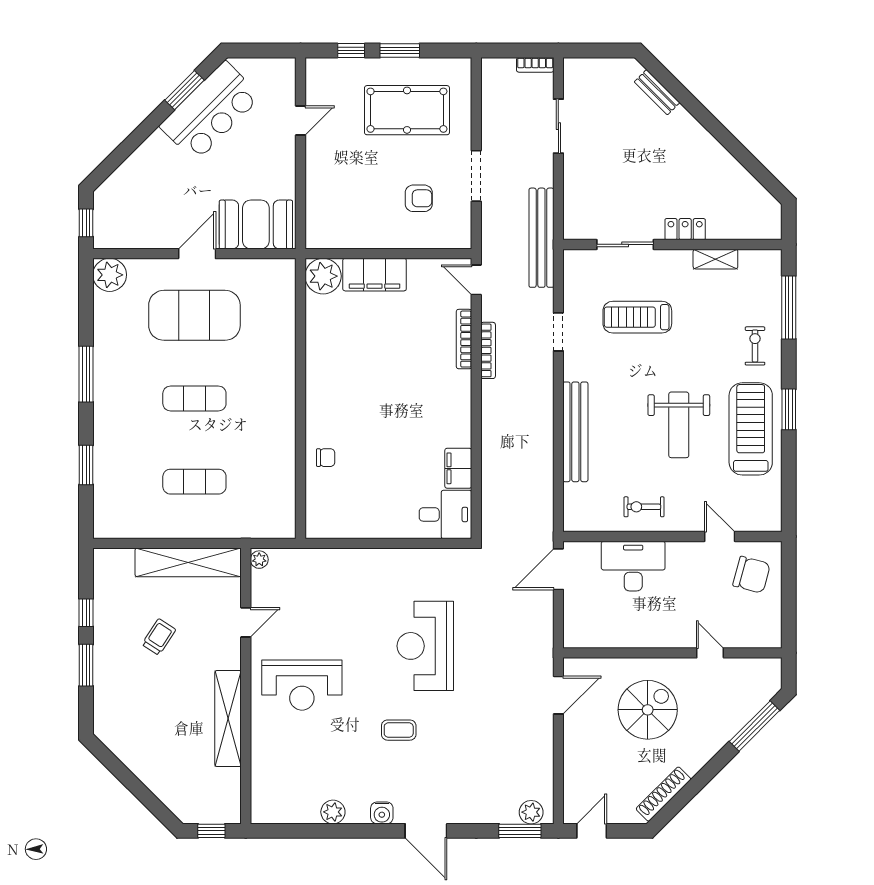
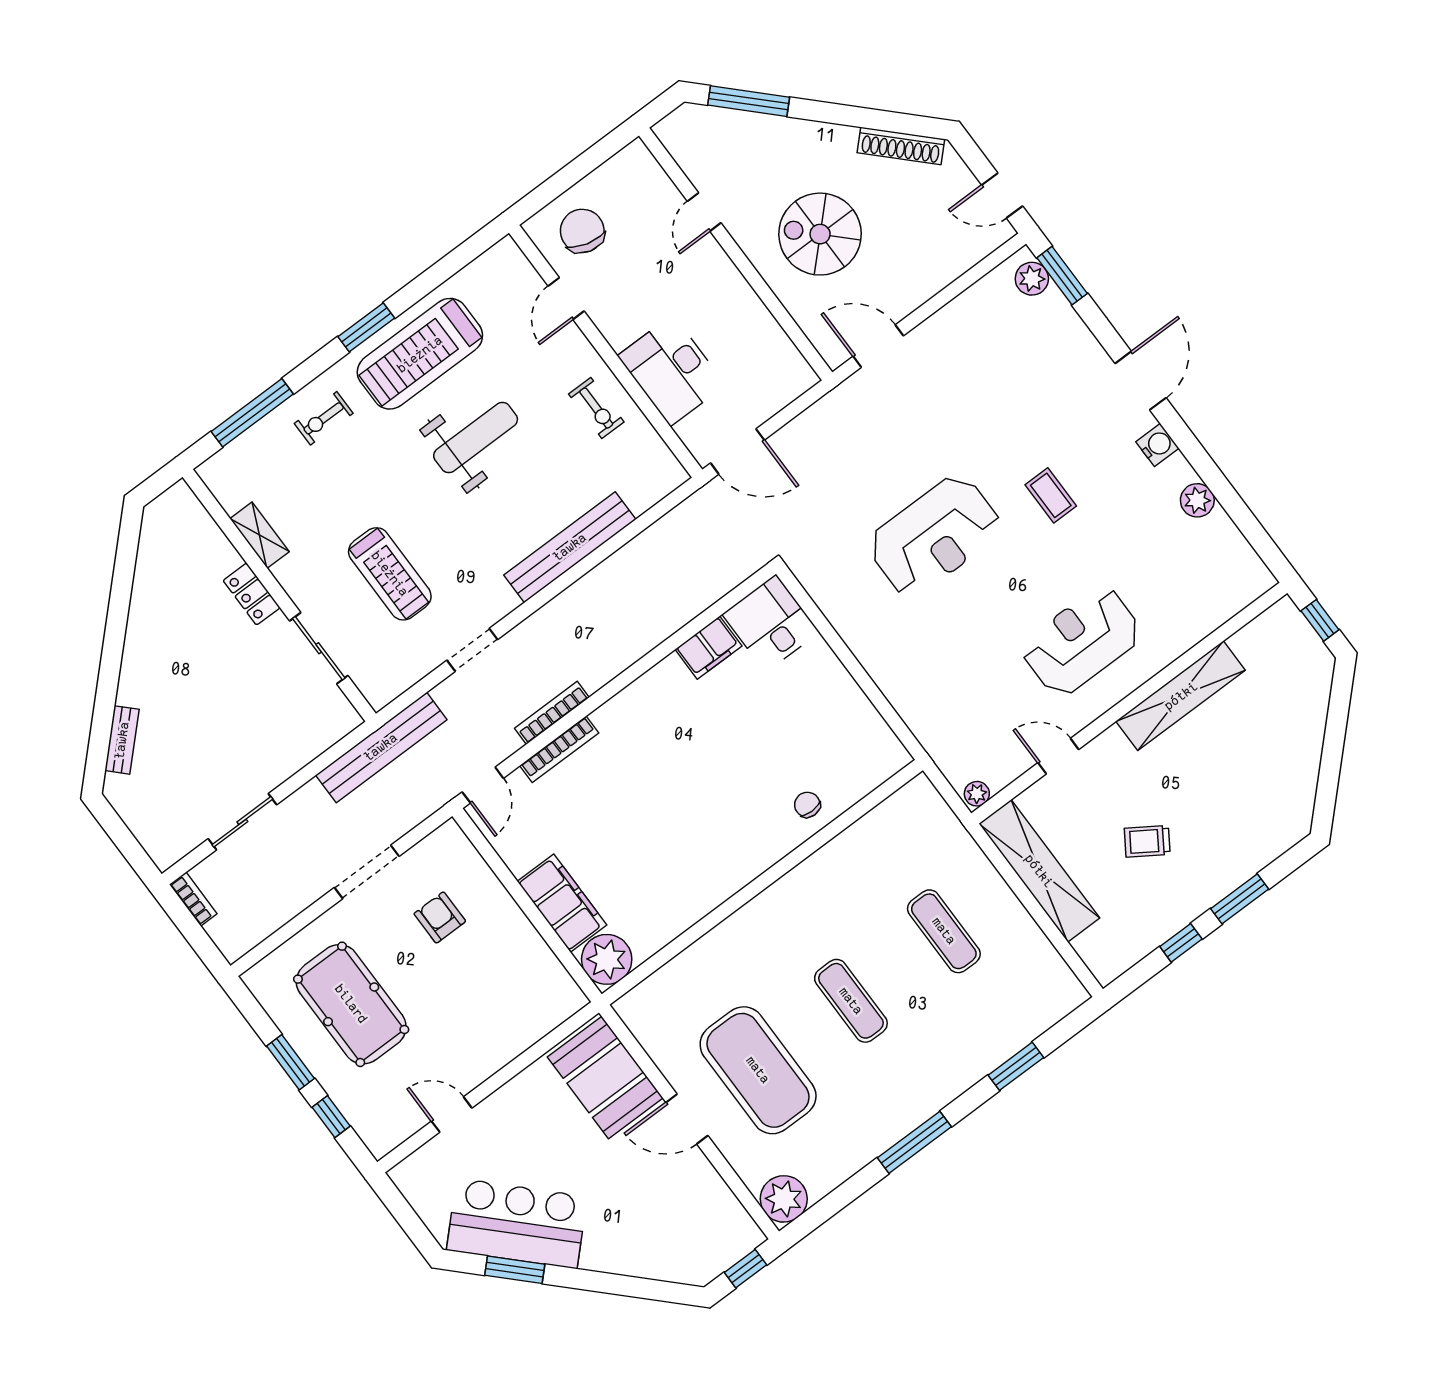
reception desk: (302, 685) -> (1081, 641), turned -90

